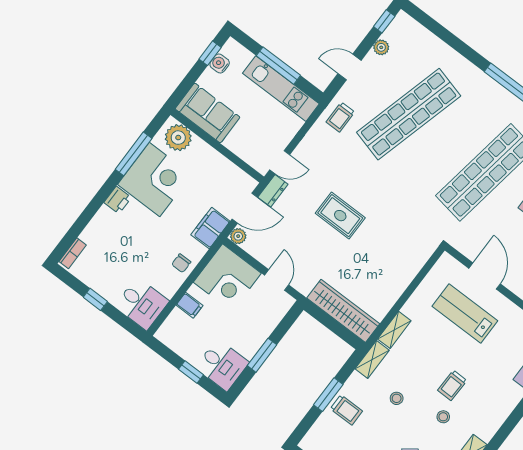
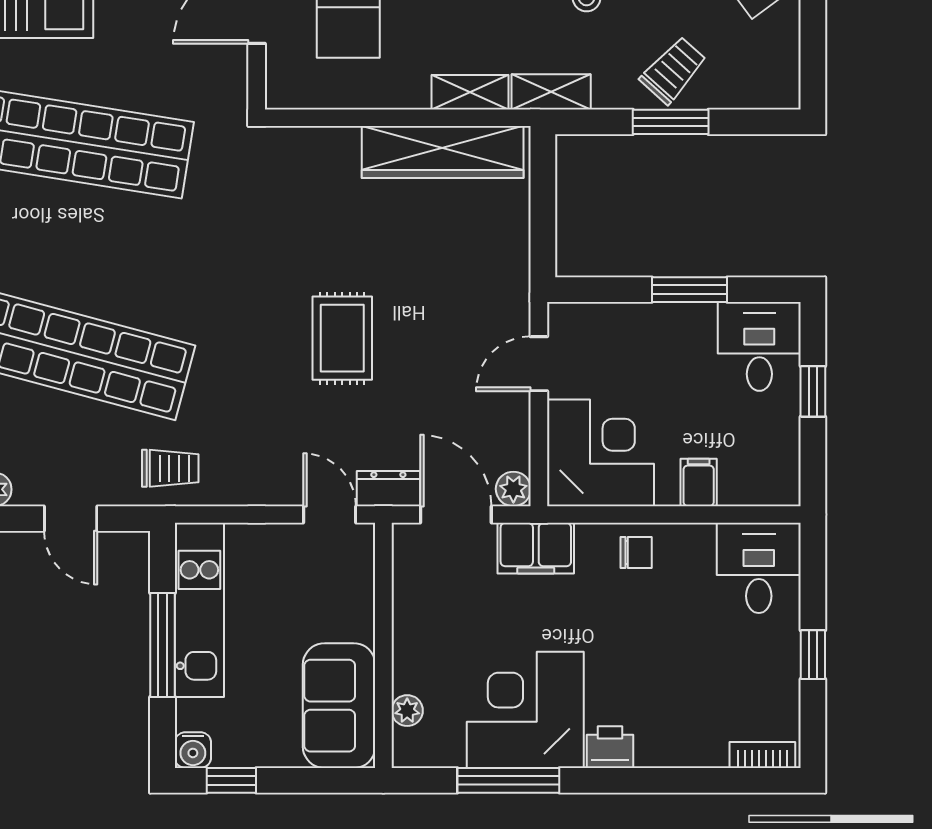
water cooler: (220, 63) -> (193, 750), moved
plant: (178, 138) -> (407, 711), width x0.53, depth x0.53
wardrobe: (343, 311) -> (443, 152), moved, turned -90
trolley: (346, 410) -> (673, 70), turned 42

